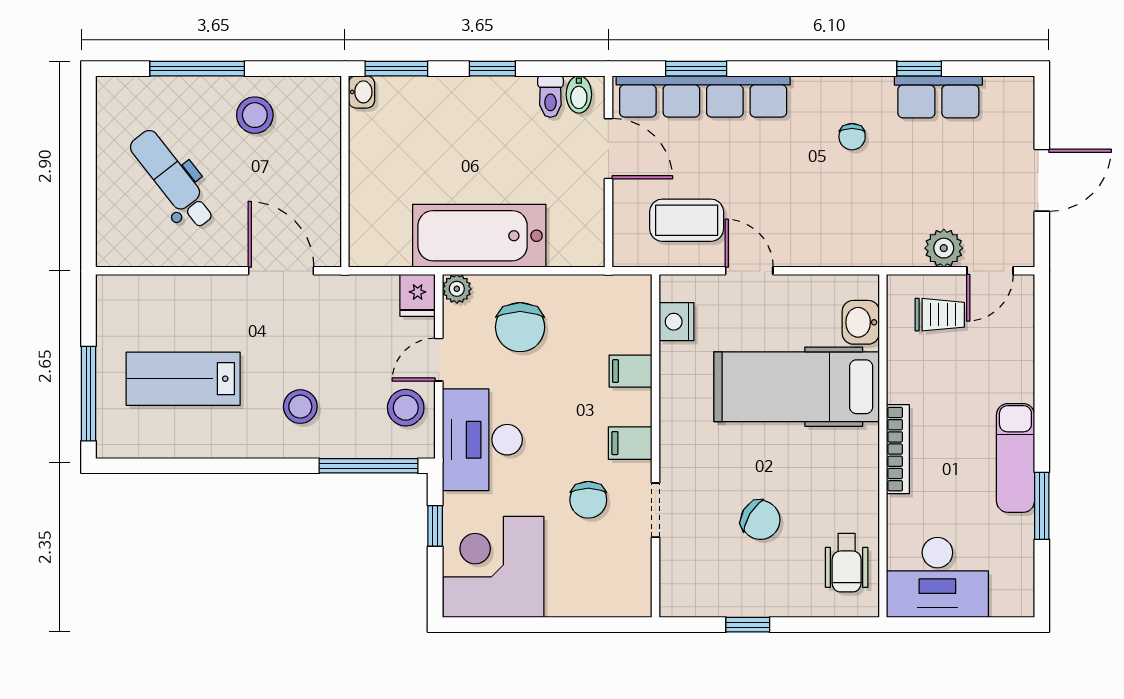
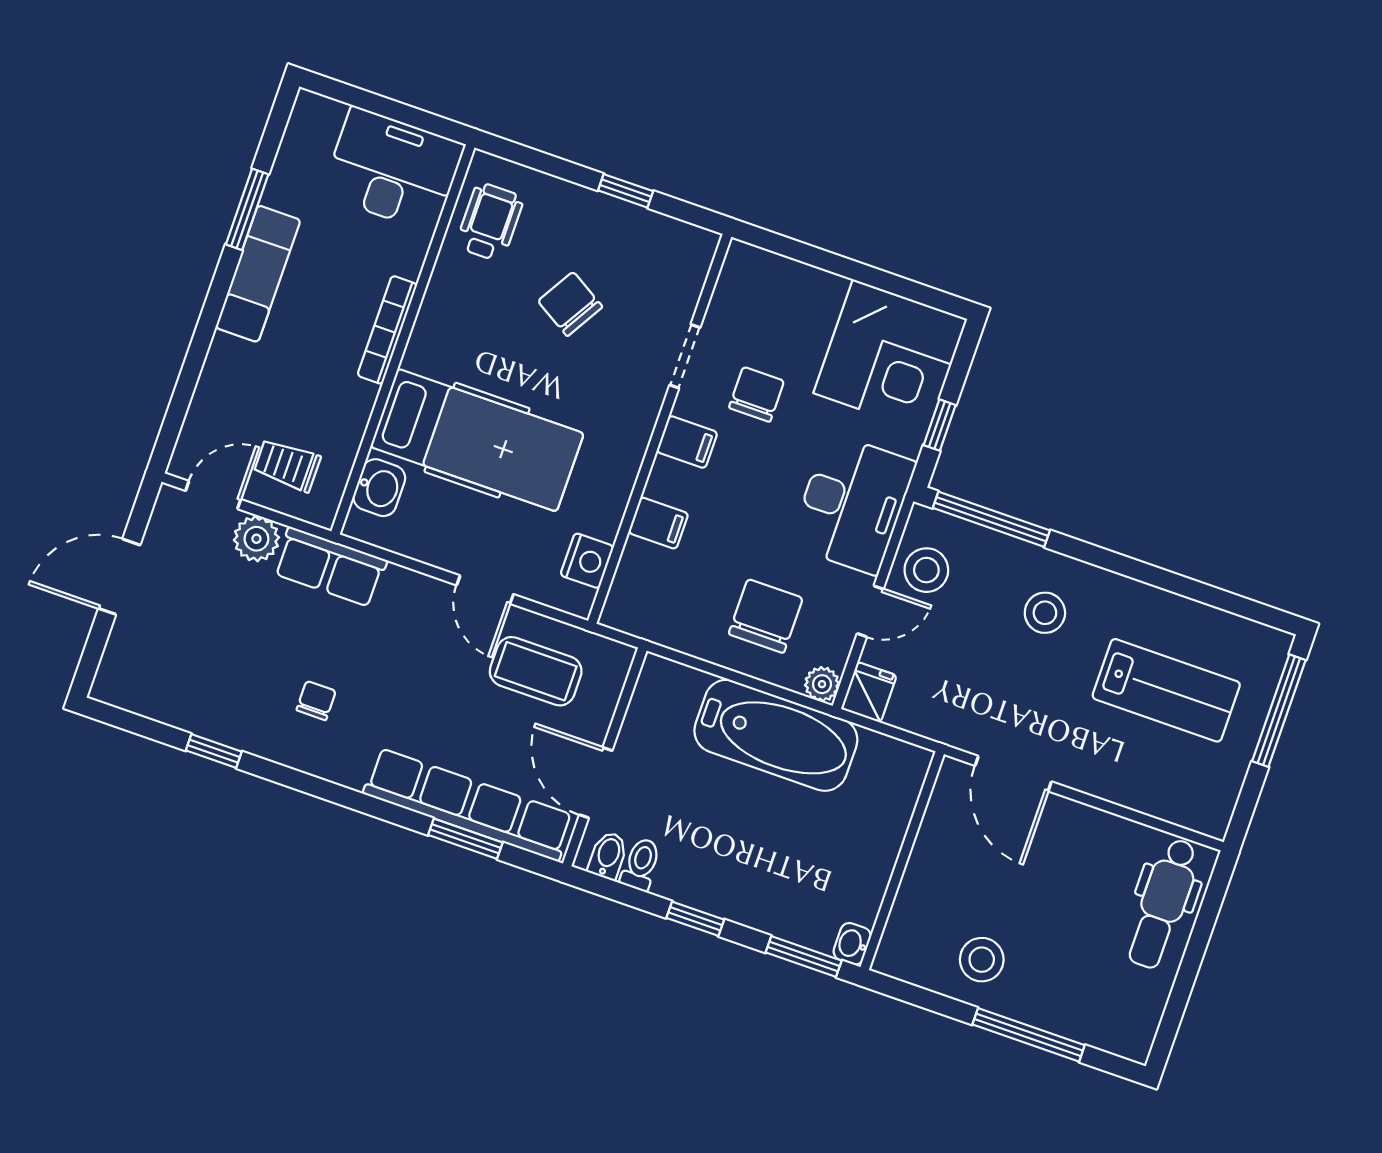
row of seats: (938, 97) -> (330, 567), moved, turned 180
dental chair: (172, 179) -> (1163, 903), moved, turned 38

